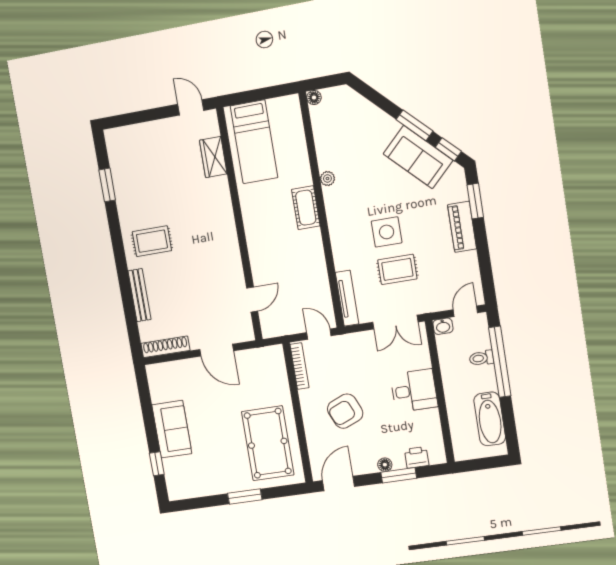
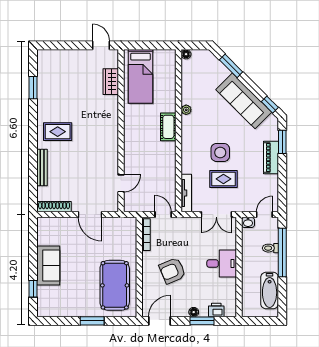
window: (414, 125) -> (231, 66), moved
sofa: (418, 157) -> (244, 101), width x1.36

